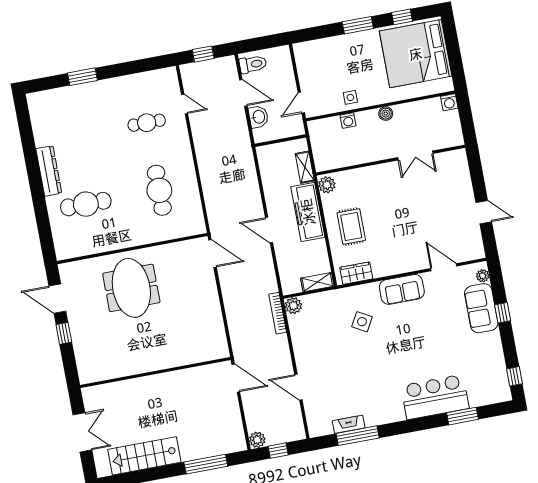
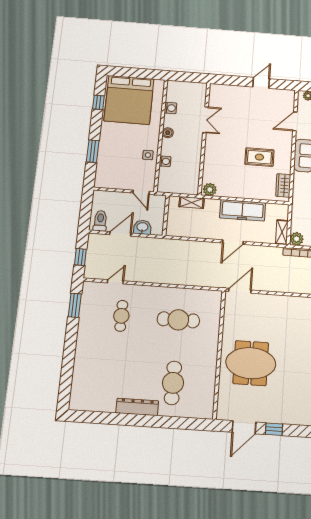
window: (358, 25) -> (93, 151), moved
window: (82, 77) -> (75, 305), moved
washing machine: (449, 102) -> (170, 108), moved
freezer: (308, 212) -> (243, 210), moved
rug: (351, 227) -> (259, 157), moved
shelving: (317, 282) -> (282, 232), moved

